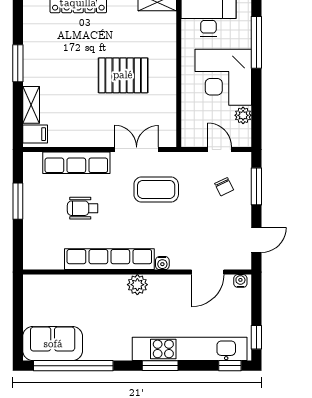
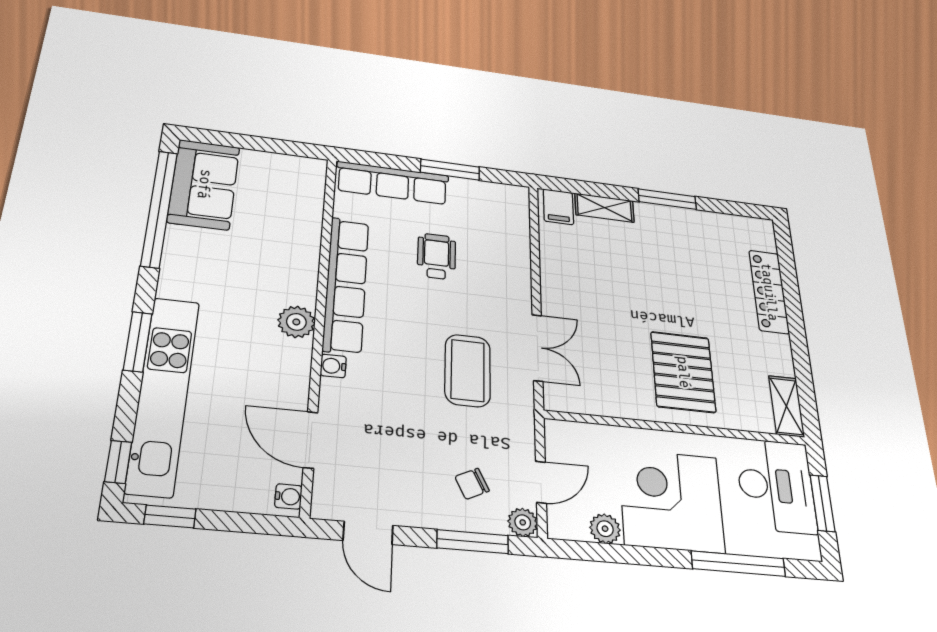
pallet: (123, 75) -> (683, 372), moved
plant: (243, 160) -> (523, 522), added
row of seats: (76, 163) -> (393, 183), moved, turned -90

